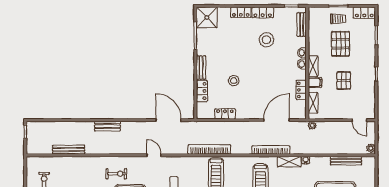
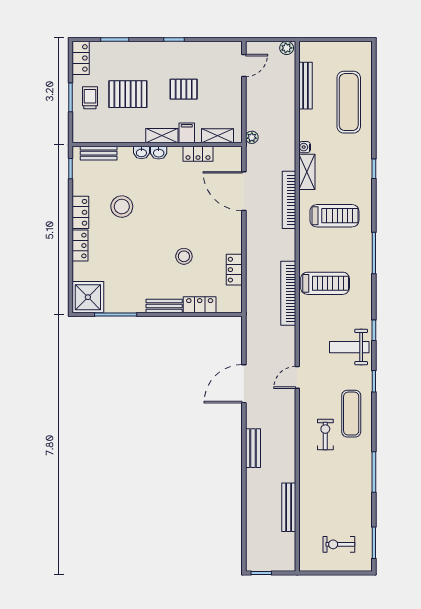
door: (168, 120) -> (244, 384), moved

